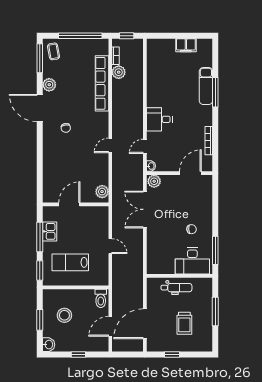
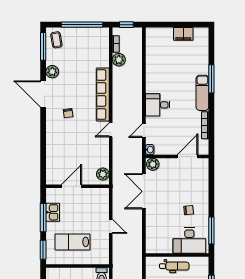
row of seats: (102, 83) -> (103, 94), moved
exam couch: (206, 86) -> (202, 93), moved

